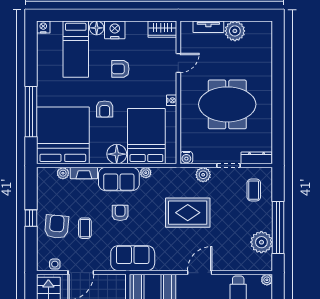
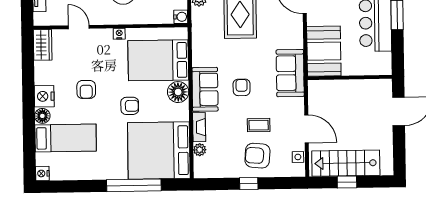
plant: (146, 173) -> (198, 60), removed
armchair: (120, 213) -> (242, 87), turned 90

